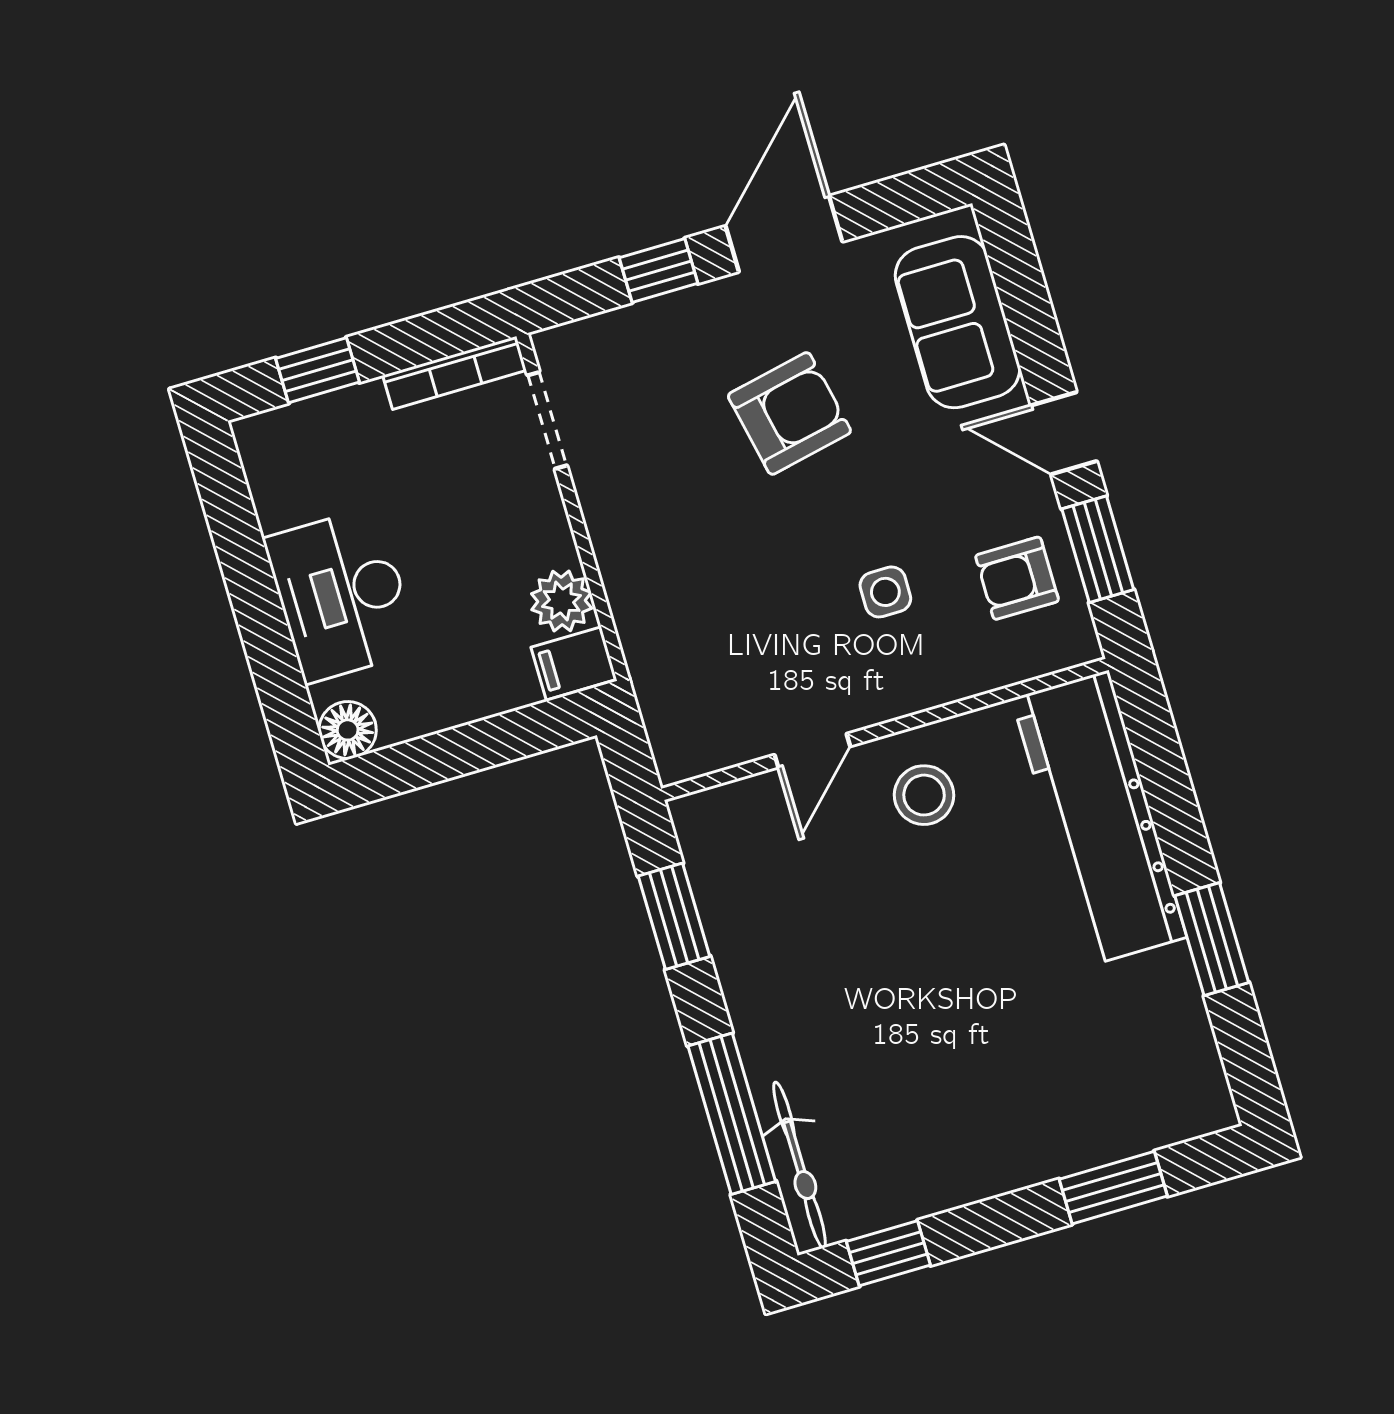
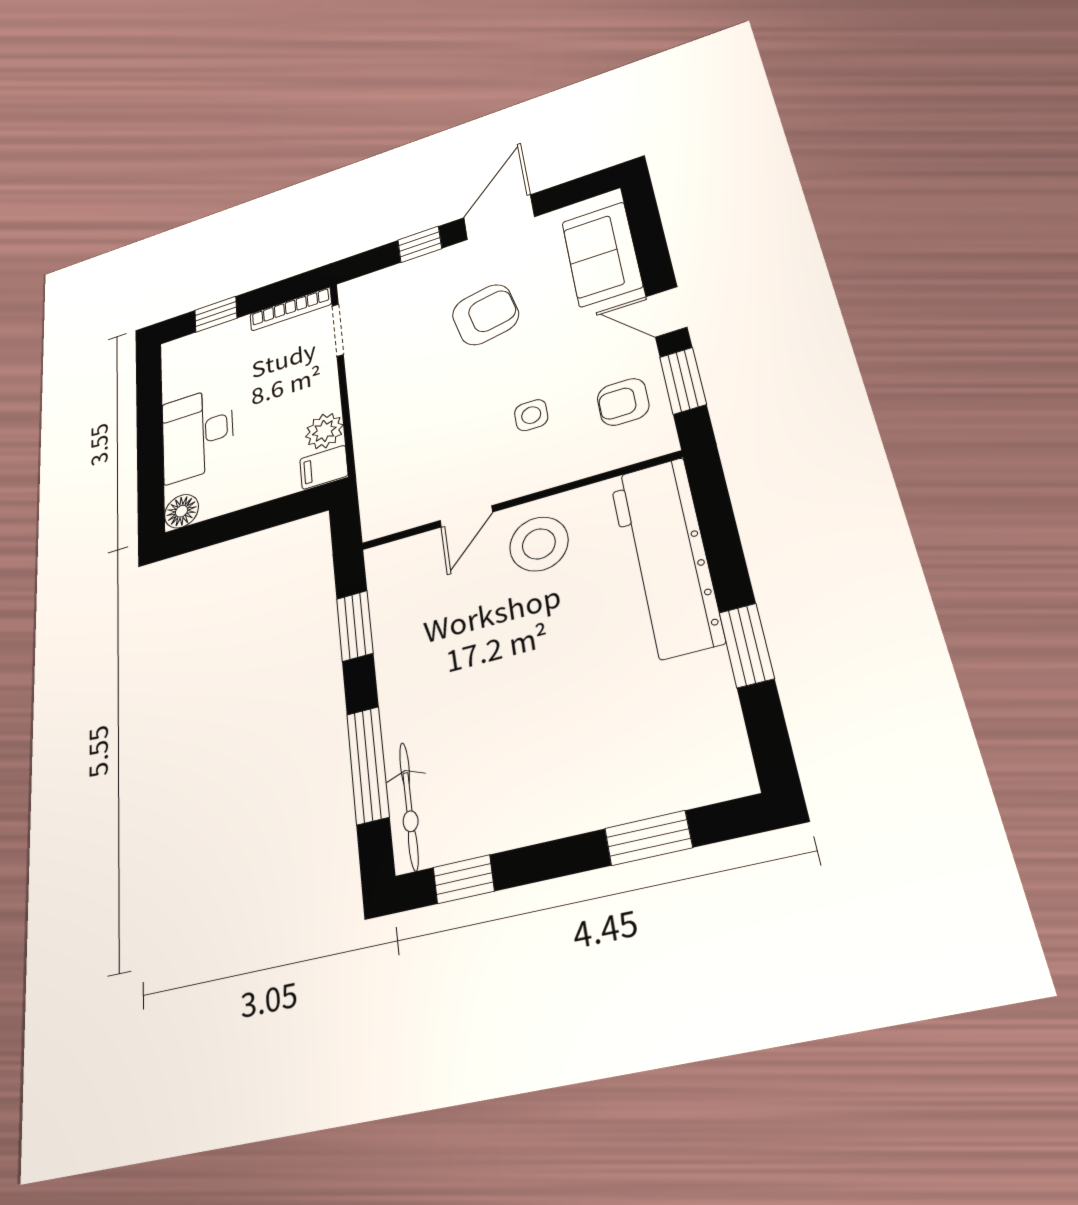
stool: (924, 795) -> (539, 544), width x1.38, depth x1.38

